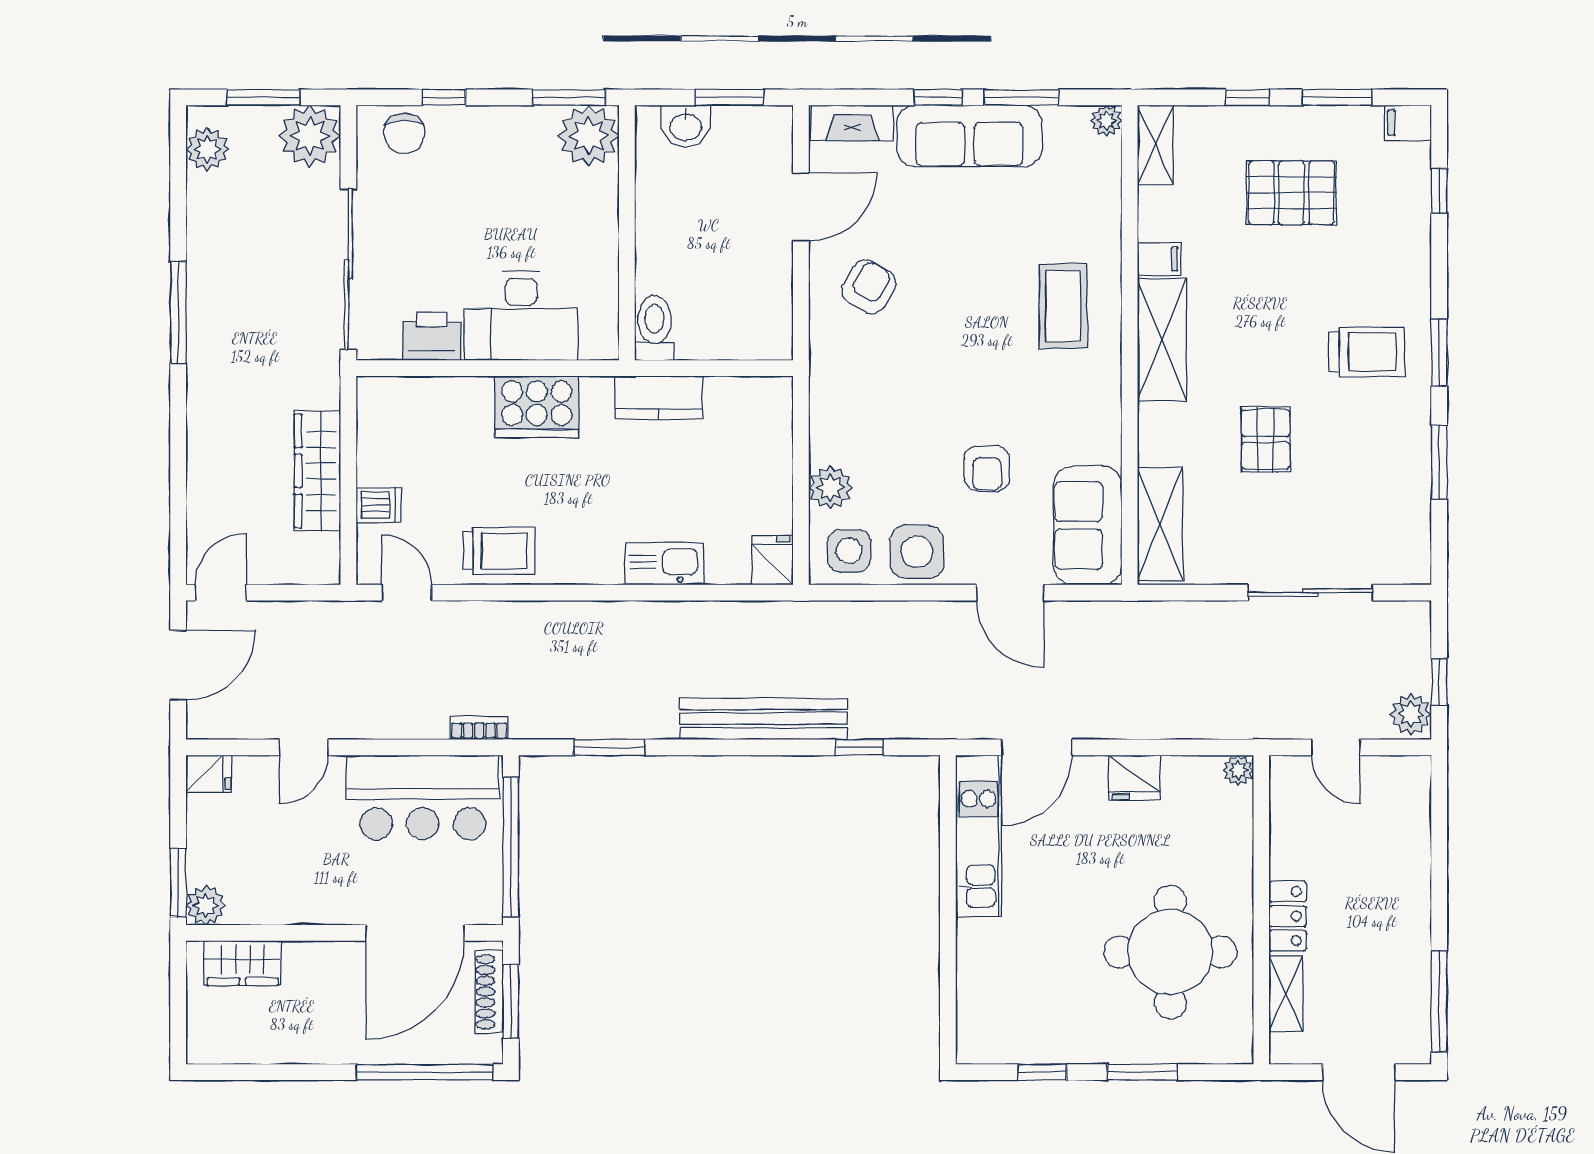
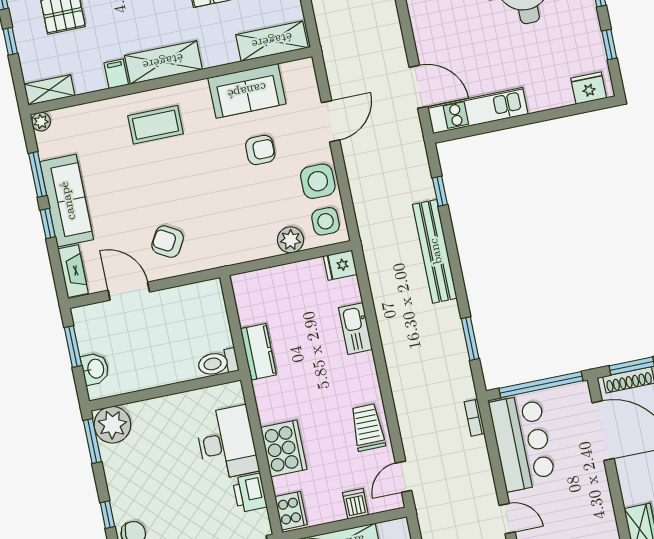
cooker: (389, 398) -> (291, 511), added
cooker: (537, 407) -> (284, 448), moved
sofa: (1088, 525) -> (247, 91), moved
fridge: (1134, 777) -> (589, 88), moved, turned -90

